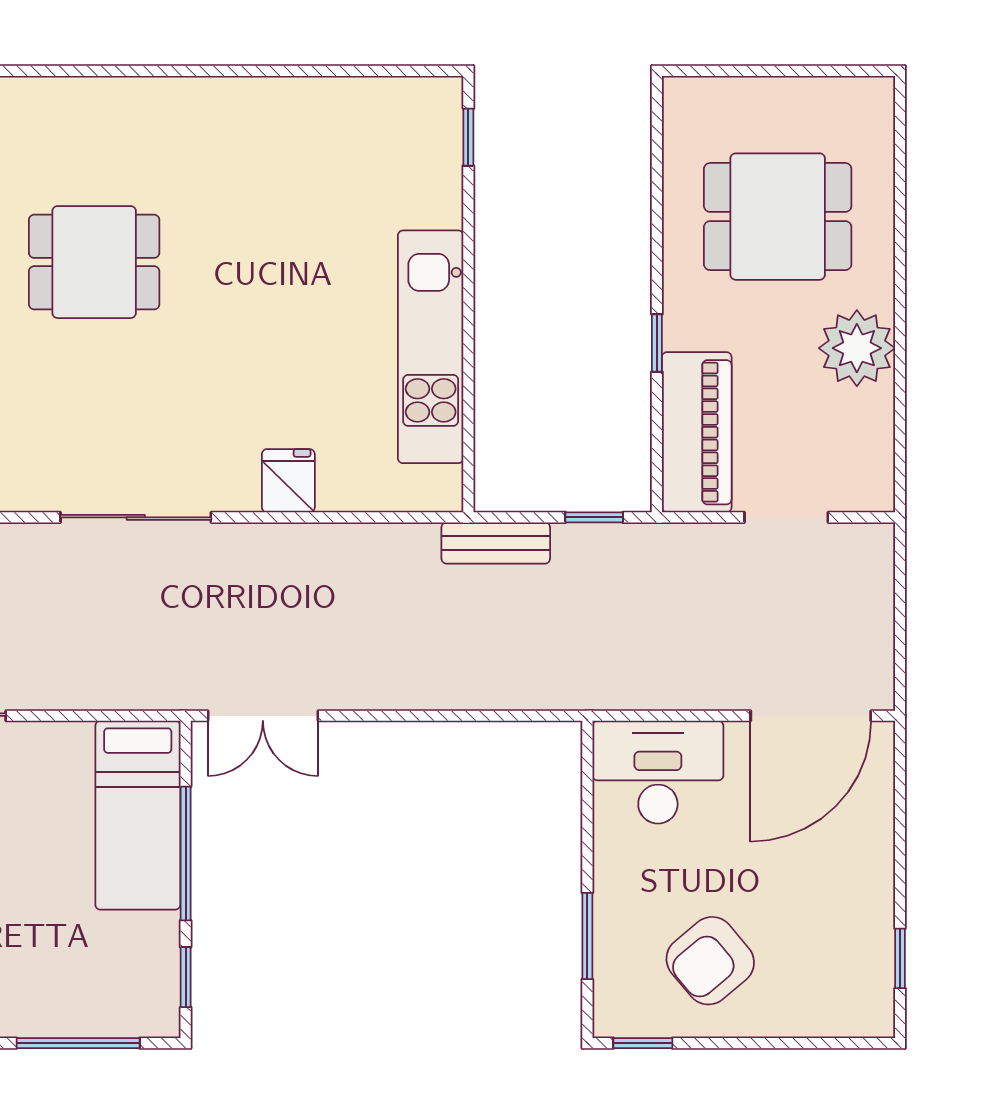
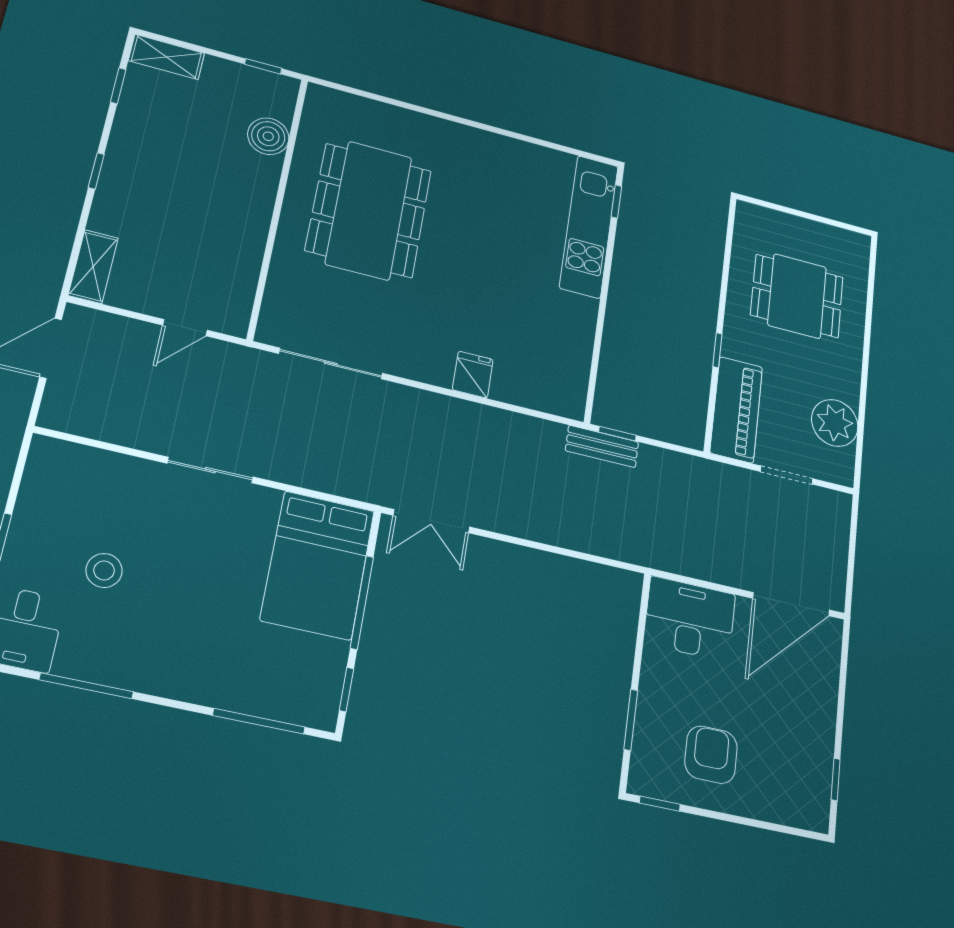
dining table: (94, 262) -> (369, 210), width x1.88, depth x1.24
kitchen unit: (431, 347) -> (589, 226), moved
plant: (857, 348) -> (835, 423), moved
sliding door: (136, 517) -> (331, 363), moved
window: (594, 517) -> (617, 434), moved
bed: (138, 815) -> (318, 565), width x1.50
armchair: (710, 961) -> (711, 755), turned 130

